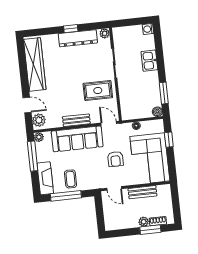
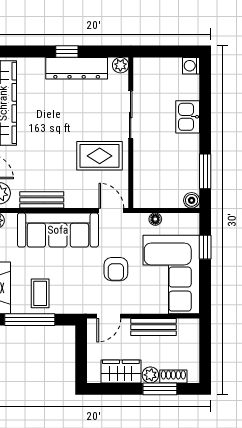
bench: (76, 120) -> (42, 200), moved
door: (114, 188) -> (109, 316), hinge flipped
wardrobe: (125, 222) -> (121, 371), added

